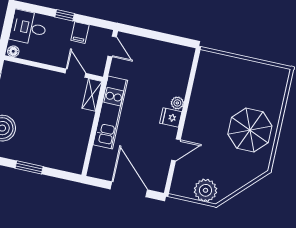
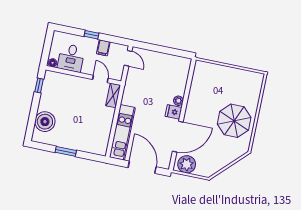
desk: (28, 28) -> (71, 58), moved, turned -90
kitchen unit: (110, 113) -> (122, 132), moved
door: (176, 150) -> (178, 137), width x1.88
plant: (205, 190) -> (187, 164), moved

